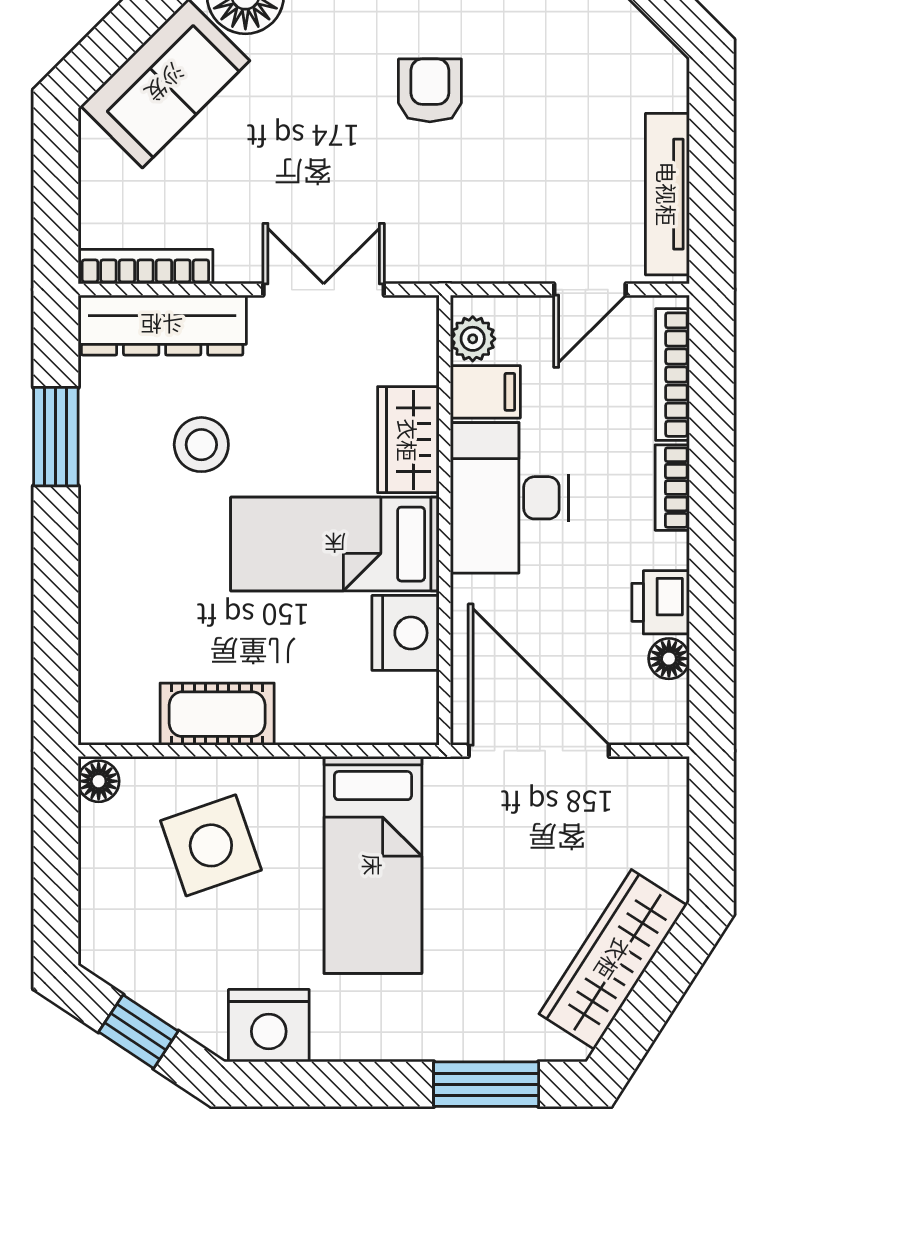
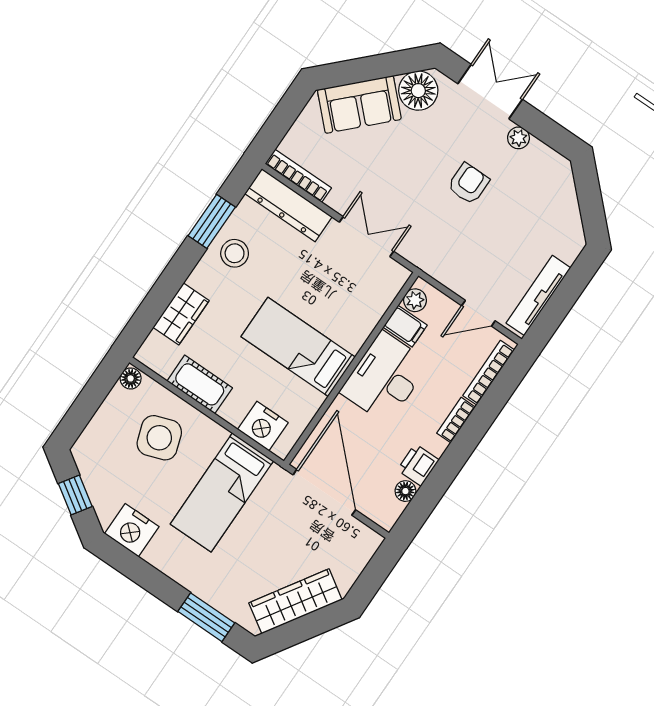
wardrobe: (408, 440) -> (181, 314), moved, turned 180
stool: (201, 445) -> (235, 253), moved
nightstand: (406, 633) -> (263, 426), moved, turned 90

